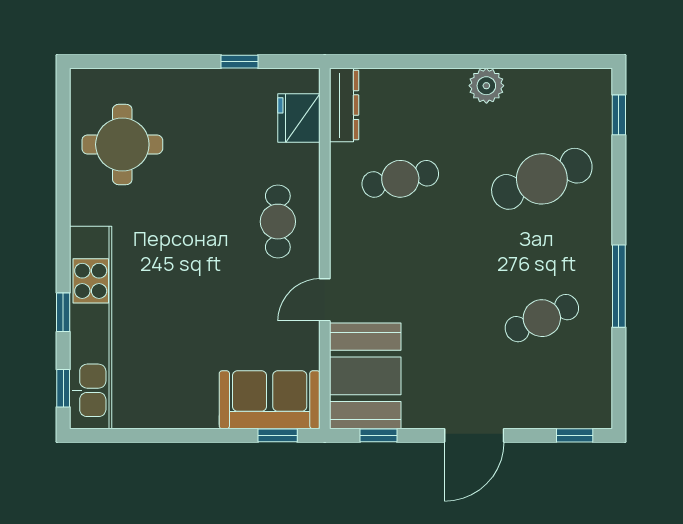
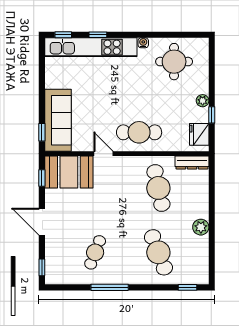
plant: (208, 82) -> (203, 101), added
fridge: (299, 118) -> (199, 134), moved, turned -90
cafe table: (400, 179) -> (158, 188), width x1.37, depth x1.35
water cooler: (81, 212) -> (143, 43), added
cafe table: (278, 222) -> (139, 132), width x1.37, depth x1.35
cafe table: (542, 318) -> (95, 252), turned 45
sofa: (270, 400) -> (58, 120), width x1.36

